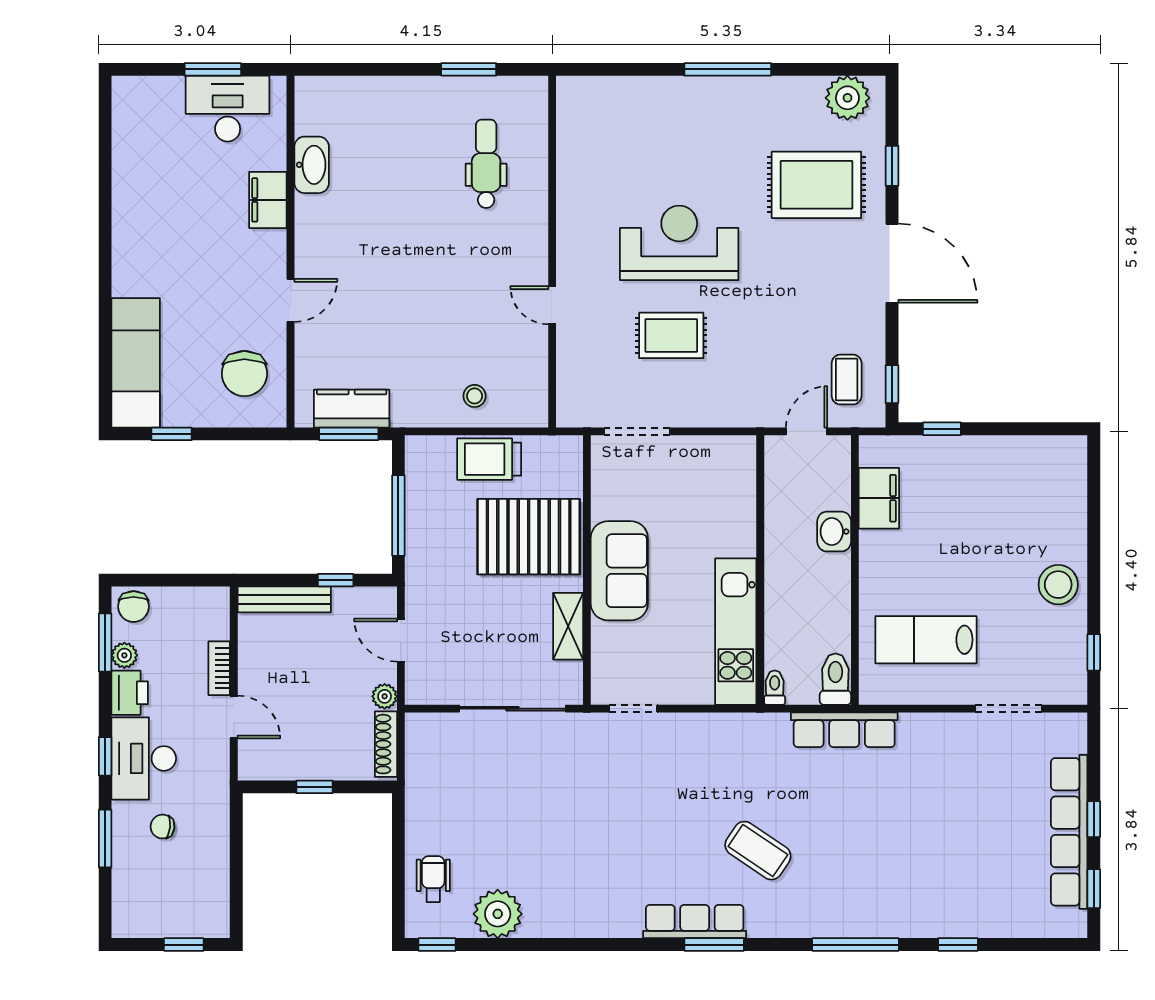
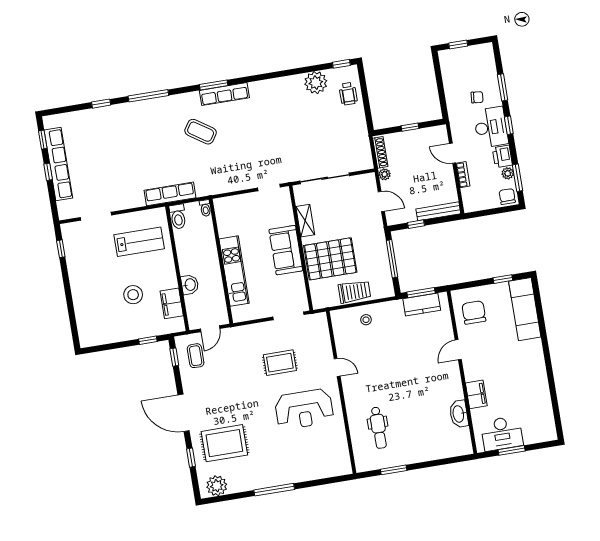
reception desk: (679, 243) -> (304, 409), moved
stool: (1058, 585) -> (133, 295), moved
kitchen unit: (736, 632) -> (234, 271), moved

